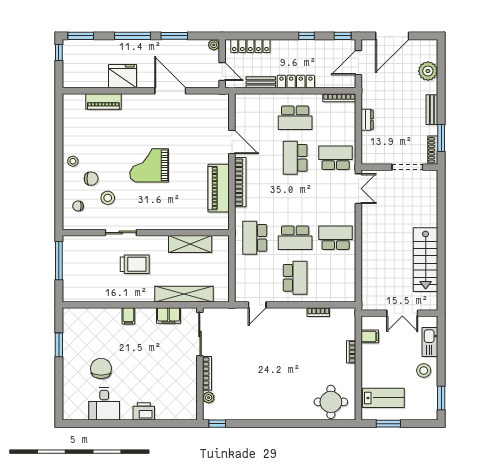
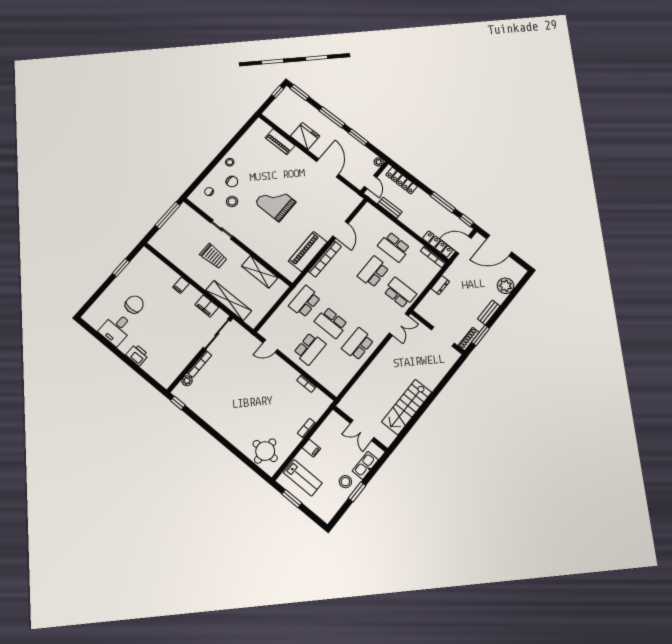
window: (306, 36) -> (443, 202), width x2.17
locker: (296, 82) -> (438, 244), moved
school desk: (336, 238) -> (358, 344), turned -90
filing cabinet: (370, 336) -> (311, 448), moved
window: (441, 398) -> (357, 492), moved

